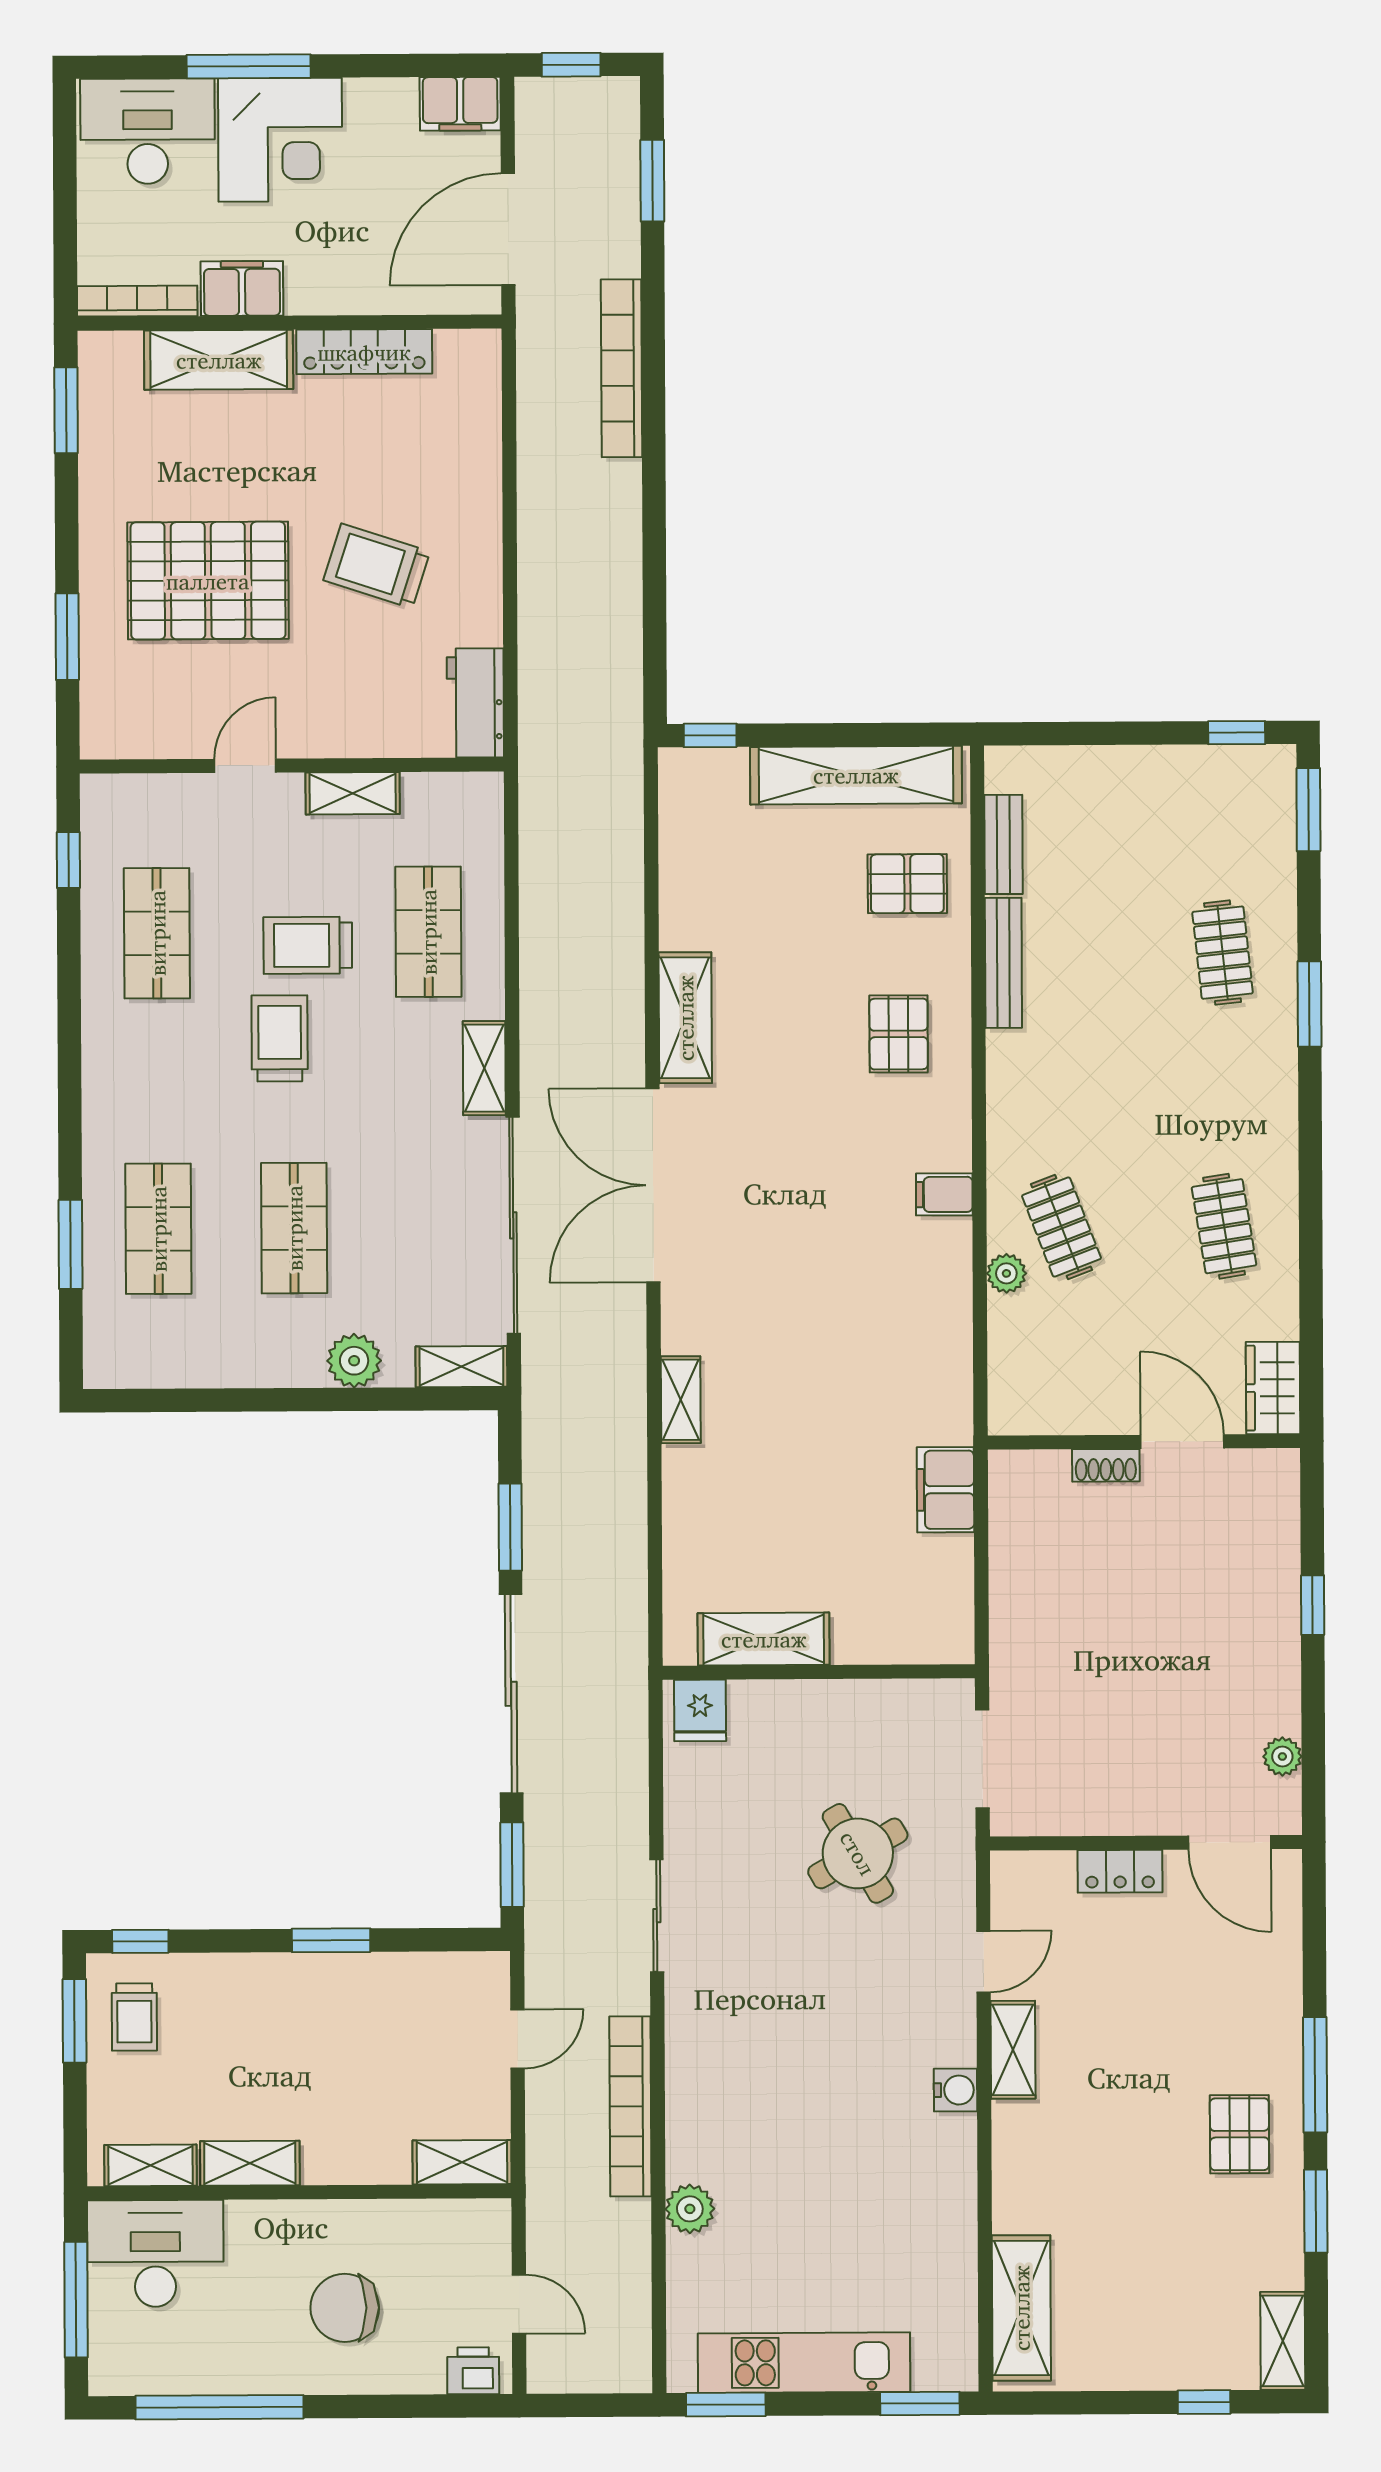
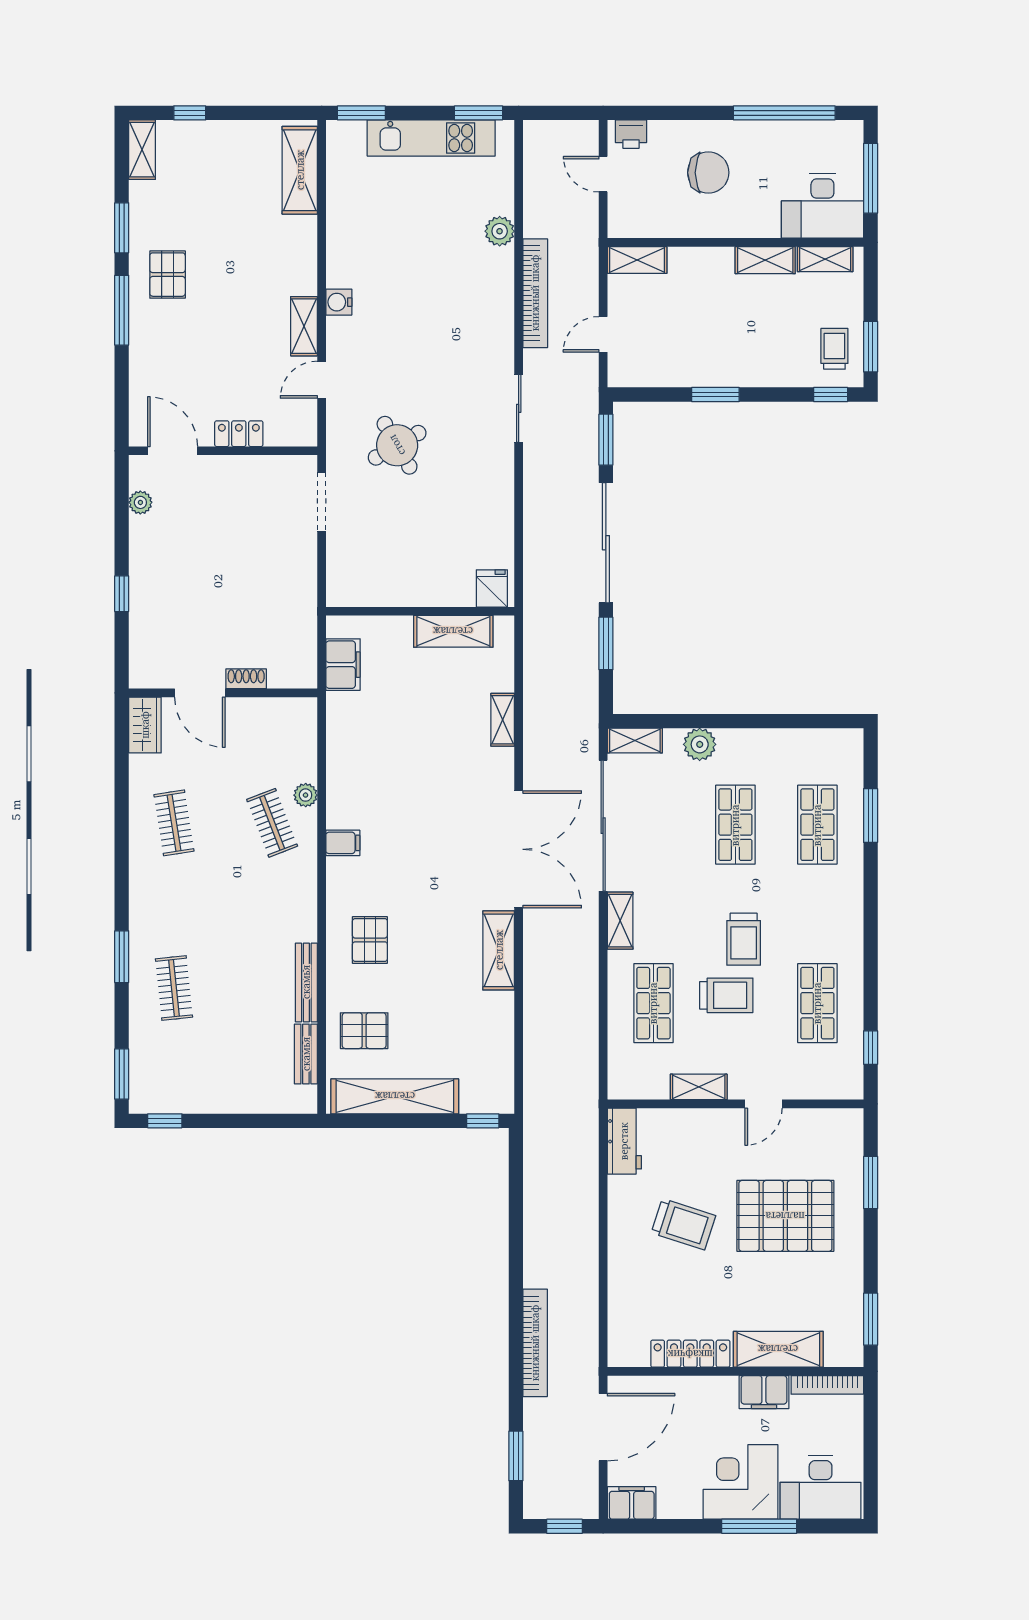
shelving: (764, 1639) -> (453, 631), moved
wall: (819, 1672) -> (420, 611), moved
fridge: (700, 1710) -> (492, 588), moved

